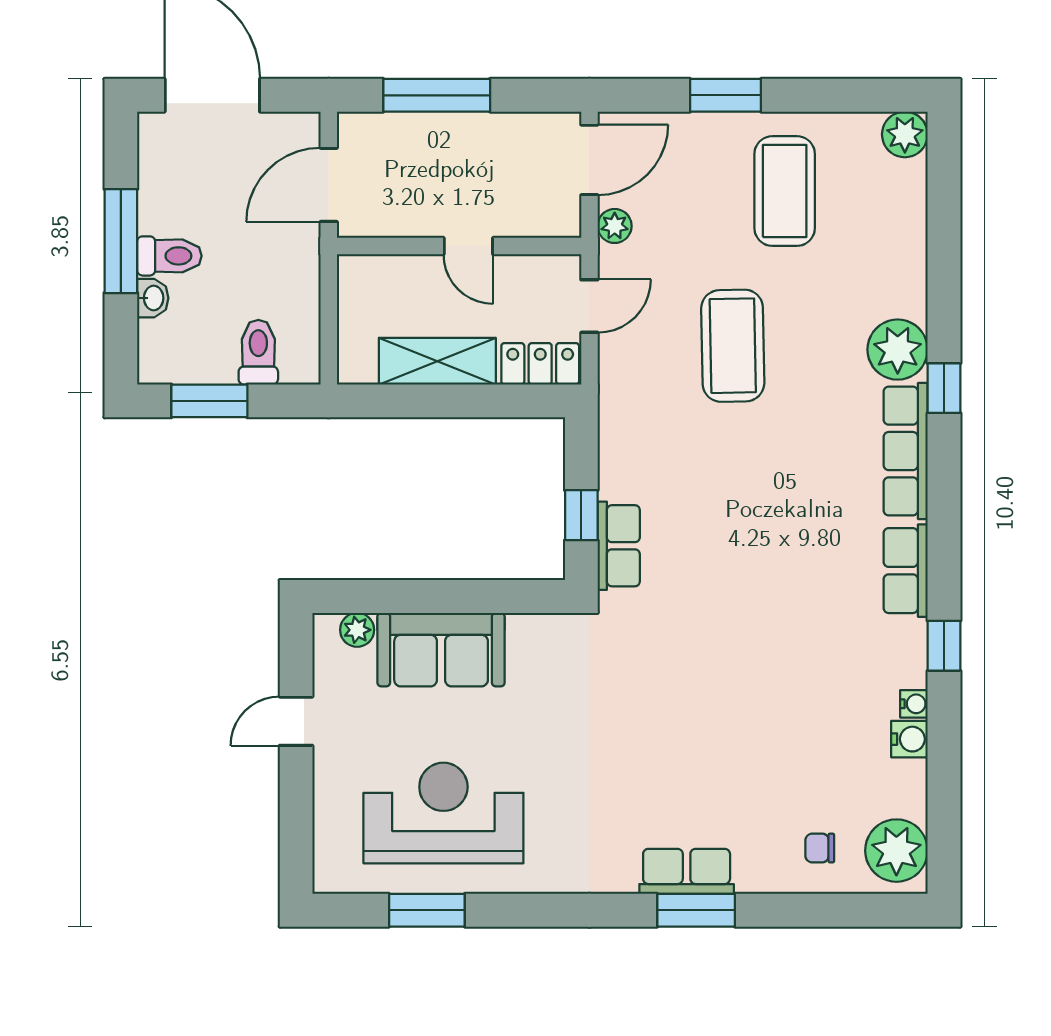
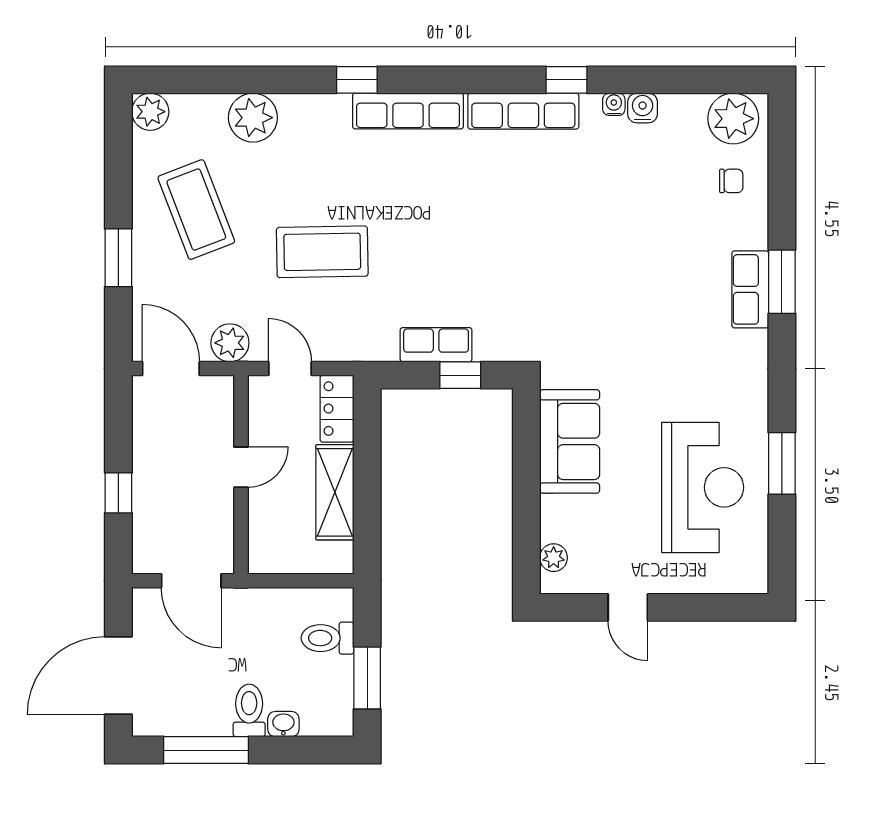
window: (437, 95) -> (118, 493), width x0.46
coffee table: (785, 191) -> (196, 210), turned 69
plant: (615, 226) -> (230, 343), width x1.38, depth x1.38
window: (121, 241) -> (206, 750), moved
plant: (898, 350) -> (253, 118), moved
row of seats: (619, 546) -> (436, 345), moved
row of seats: (906, 571) -> (523, 111), width x1.48
sofa: (441, 650) -> (570, 441), moved
reception desk: (443, 813) -> (703, 487), turned 180
chair: (820, 848) -> (731, 181), turned -90
window: (427, 910) -> (782, 463), moved

